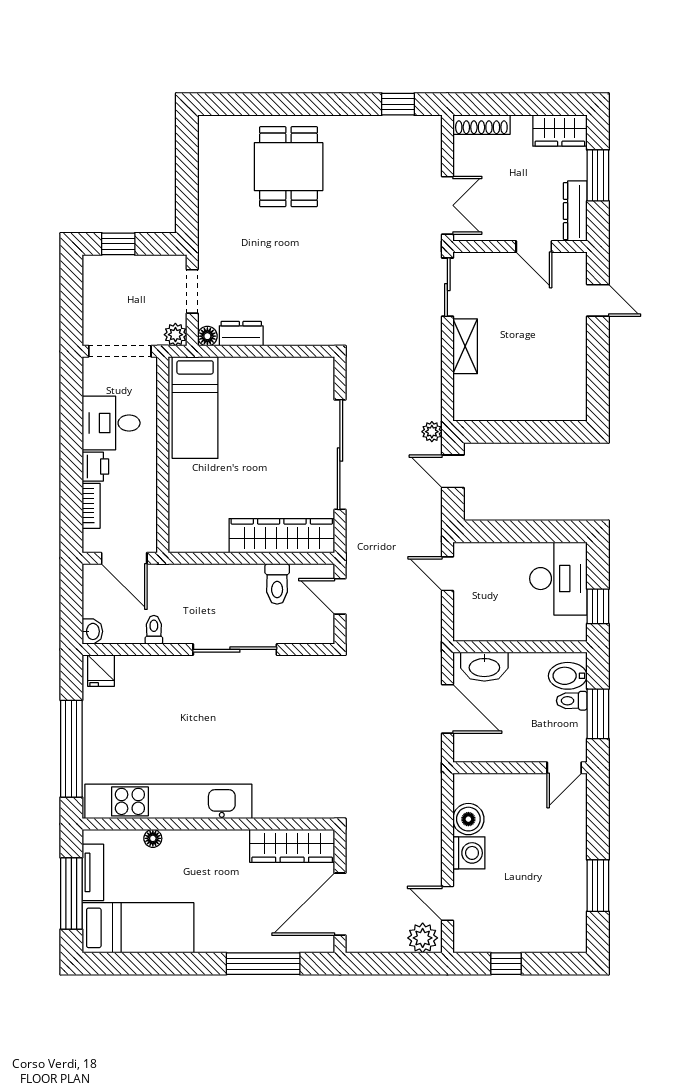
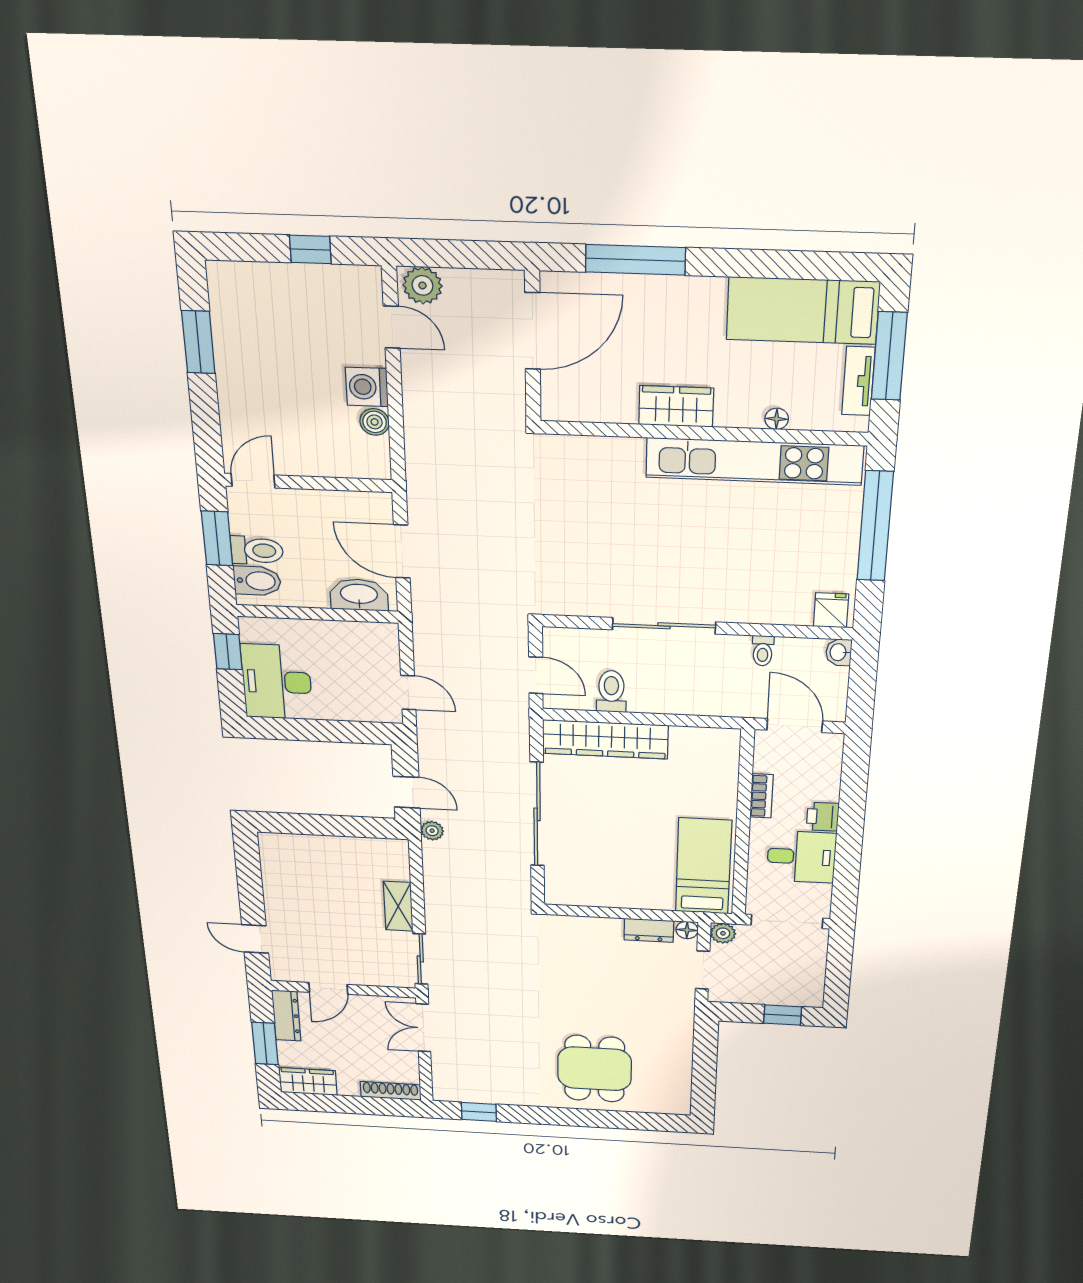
door: (534, 247) -> (328, 988), swing flipped
bookcase: (91, 506) -> (761, 796), moved, turned 180
toilet: (572, 701) -> (257, 550), width x1.37, depth x1.39
boiler: (468, 819) -> (375, 422), width x0.73, depth x0.73
wardrobe: (292, 846) -> (676, 406), moved, width x0.67

